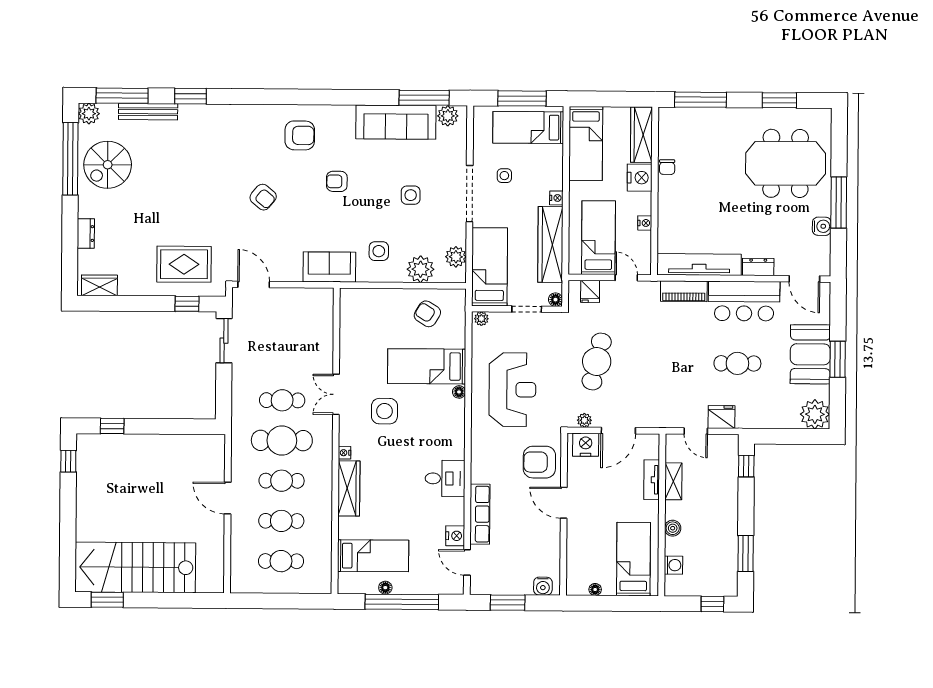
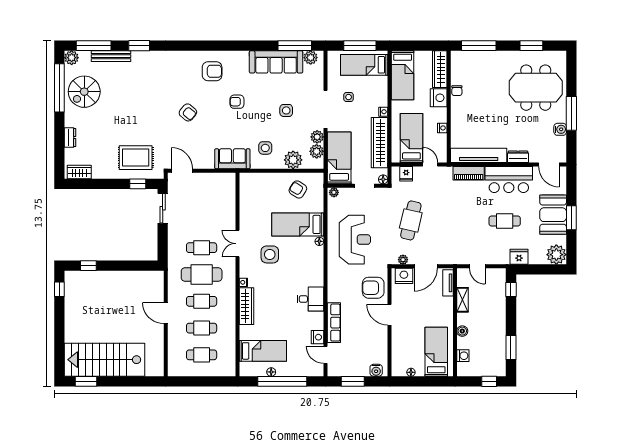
plant: (457, 235) -> (317, 137), added
fridge: (722, 417) -> (519, 257), moved
tv unit: (652, 480) -> (448, 283), moved

